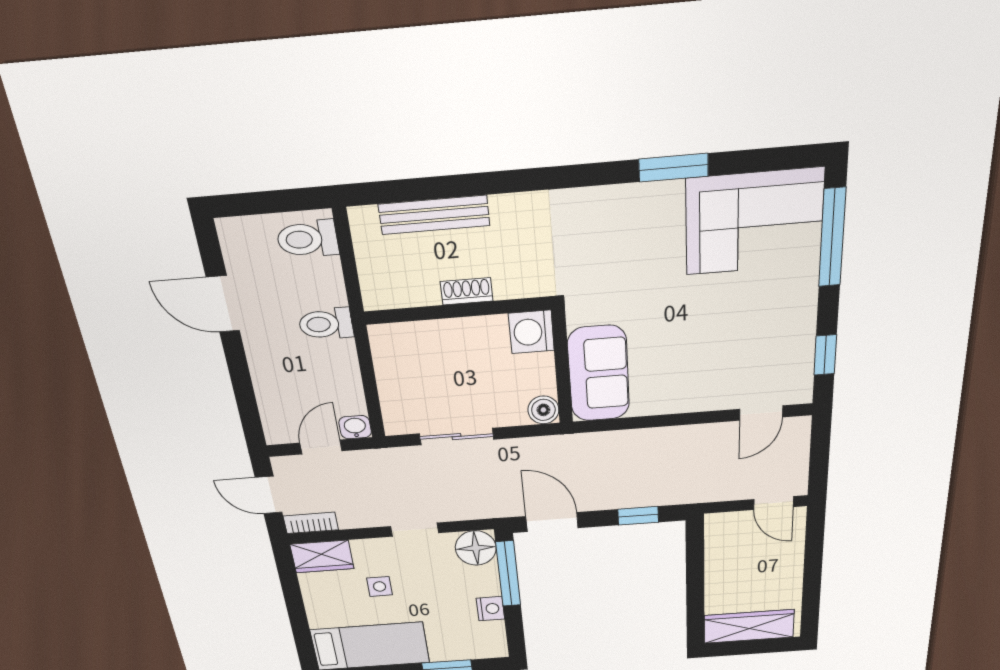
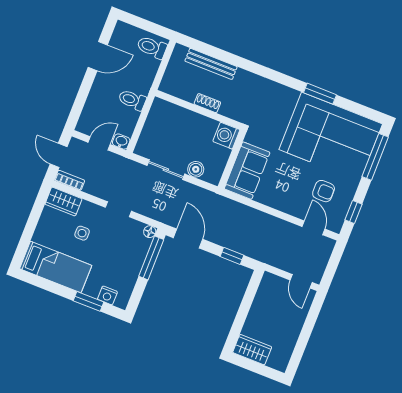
corner sofa: (754, 222) -> (331, 137), width x1.36, depth x1.36
door: (223, 304) -> (98, 56), swing flipped
toilet: (326, 324) -> (132, 100), moved
armchair: (755, 345) -> (324, 191), added
boiler: (543, 410) -> (196, 169), moved
door: (761, 413) -> (313, 228), swing flipped
floor lamp: (476, 548) -> (150, 232), width x0.53, depth x0.53
nightstand: (490, 609) -> (107, 295), moved, turned 90
wardrobe: (749, 626) -> (252, 350), width x0.67

